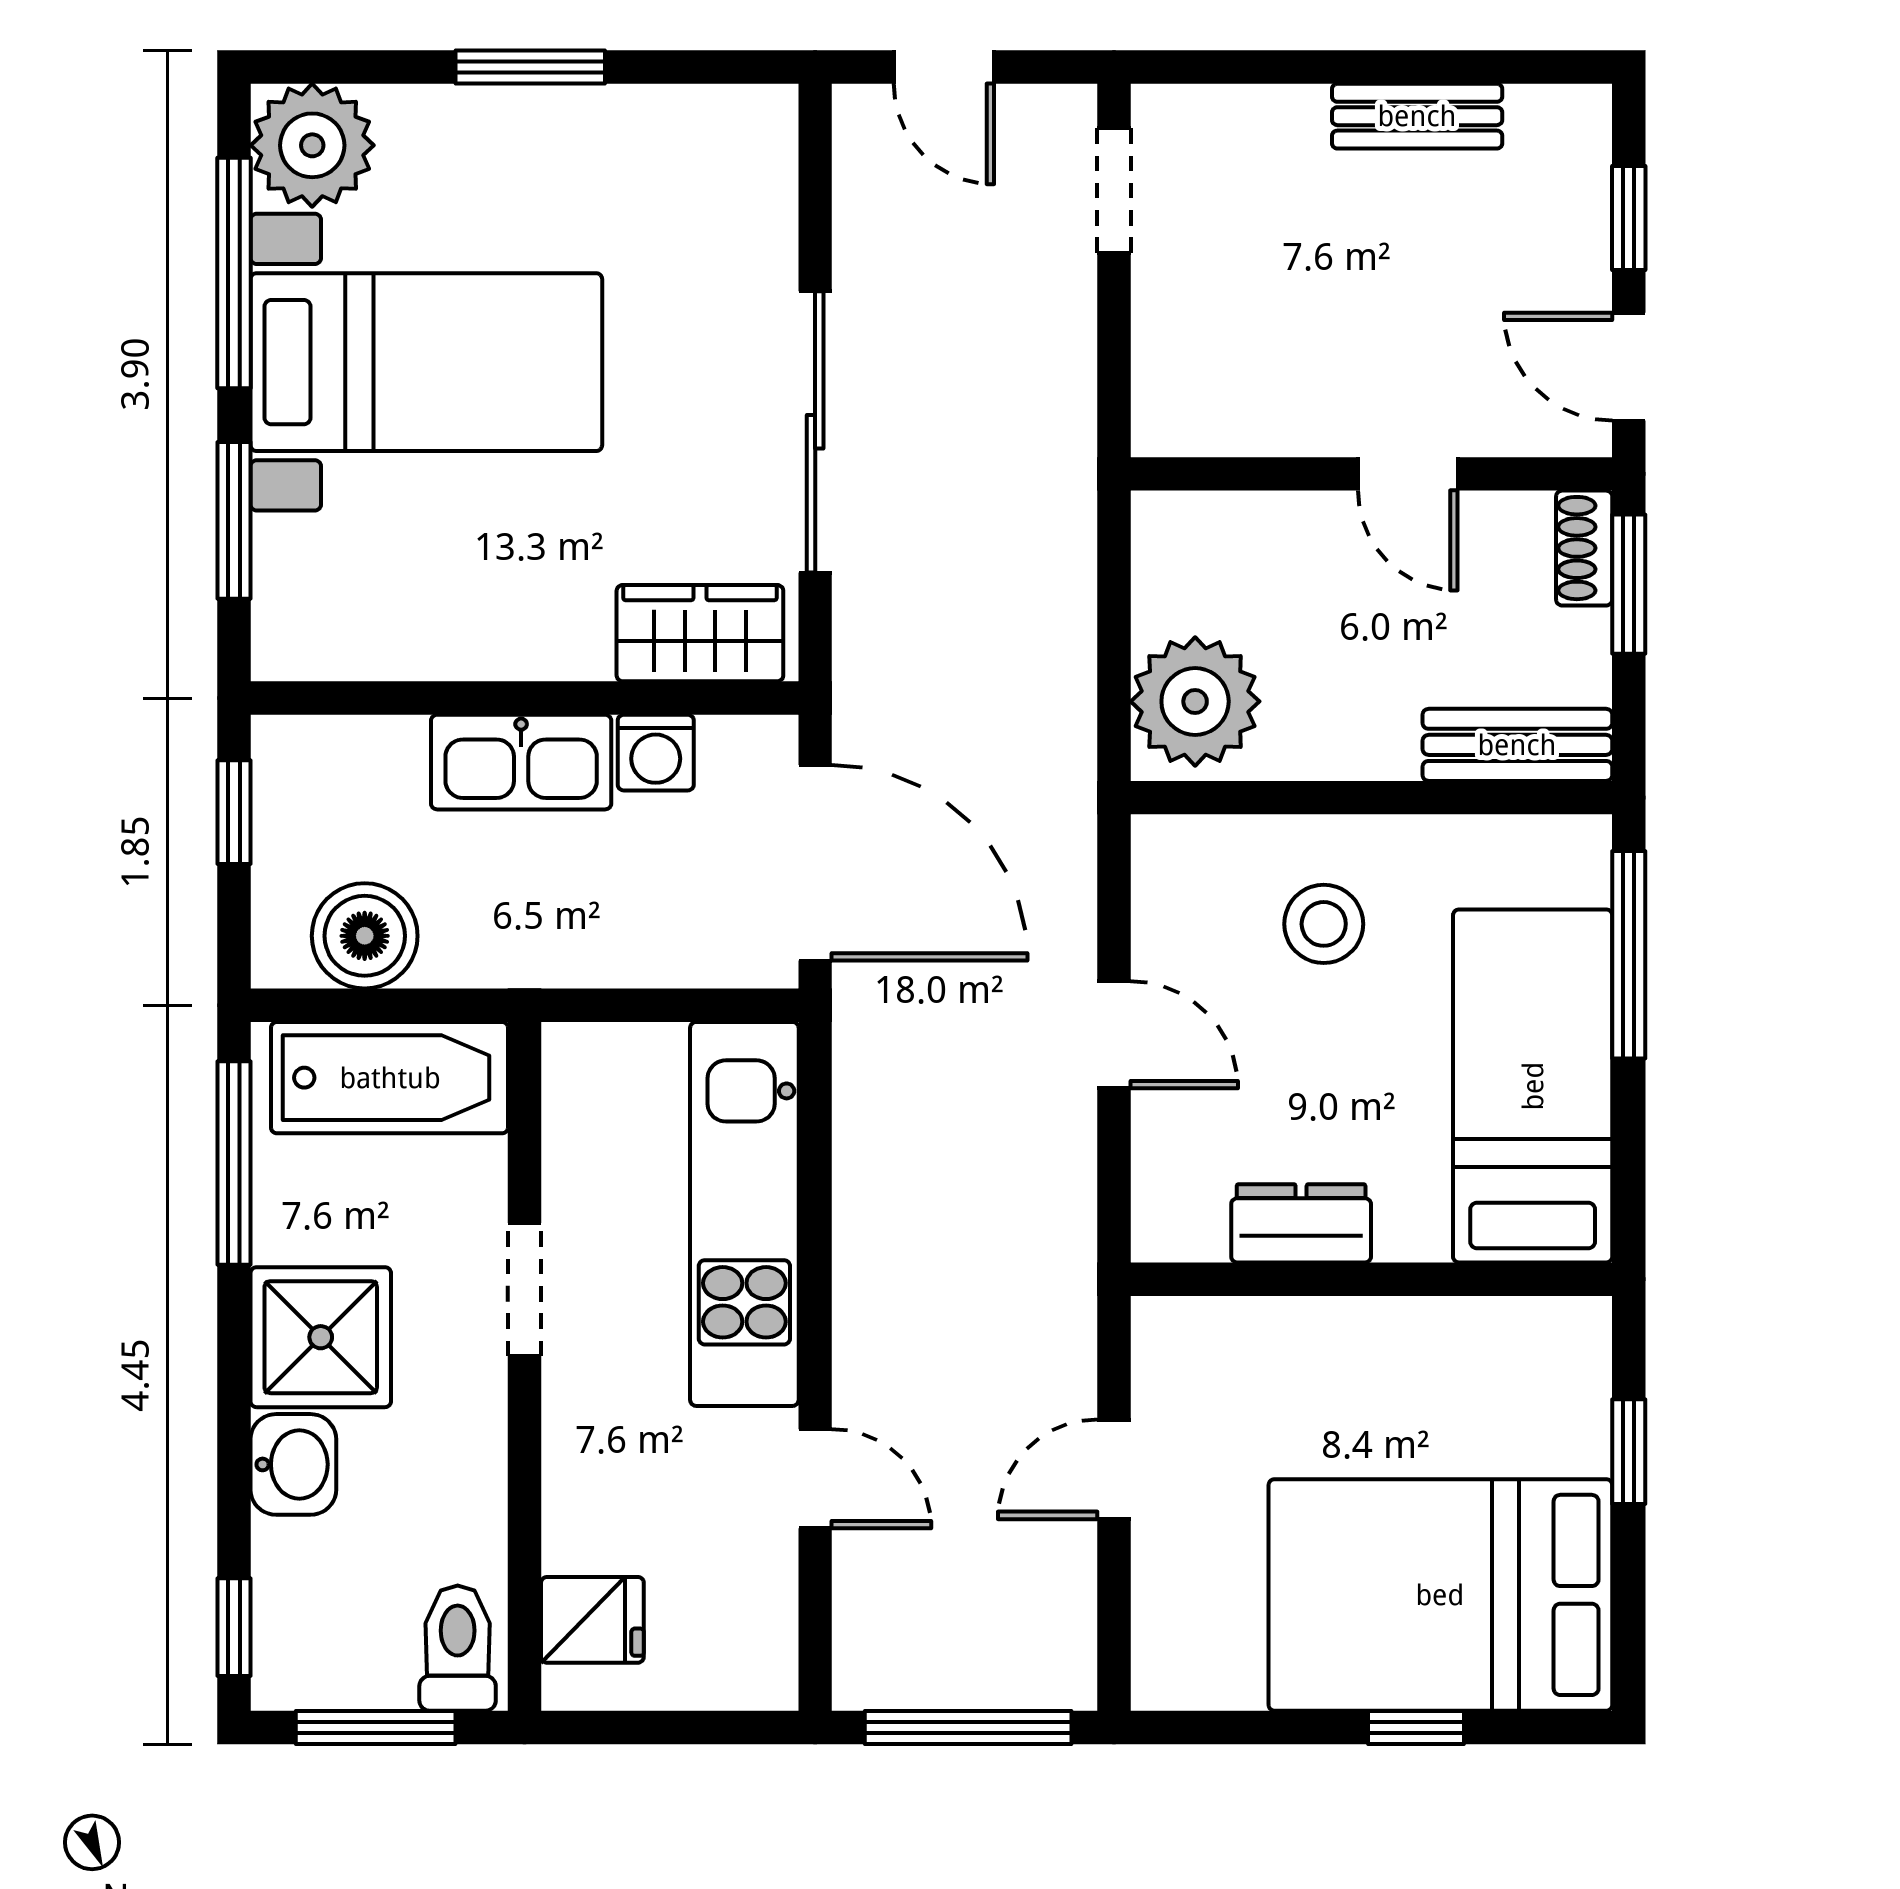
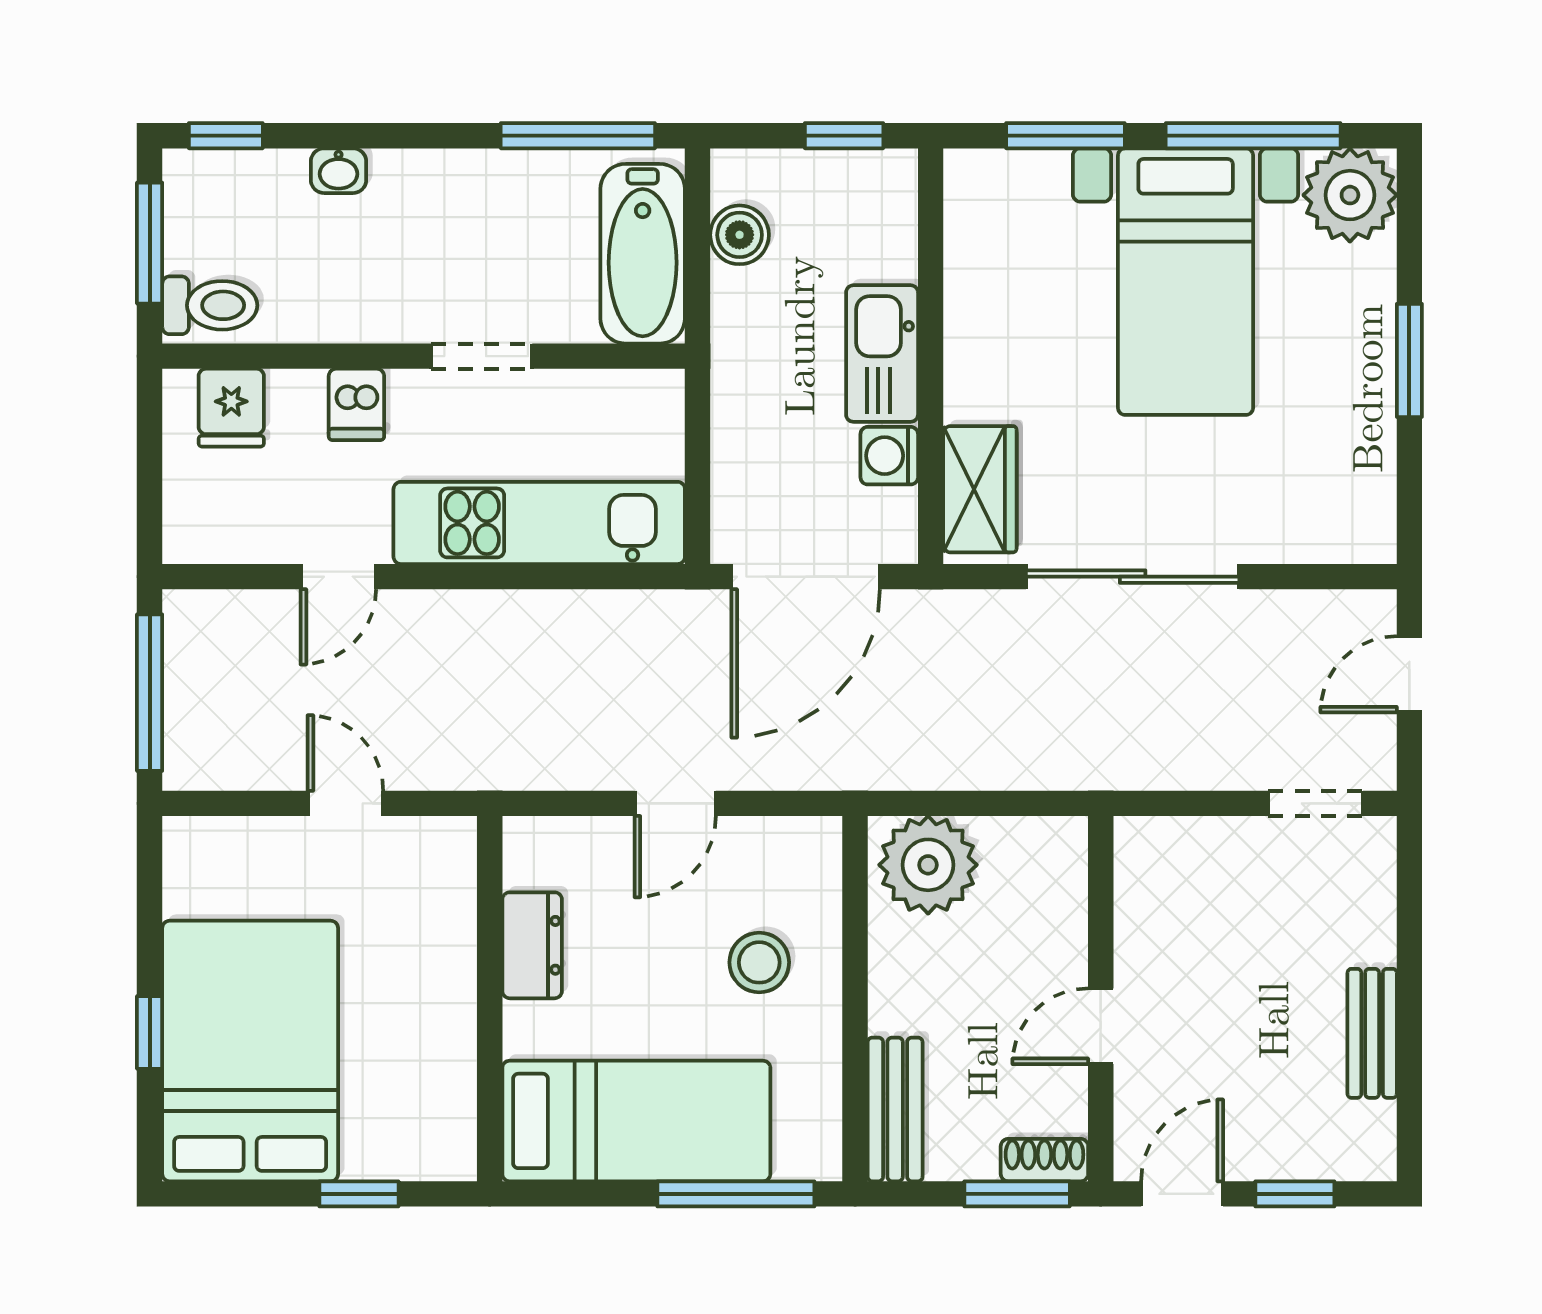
boiler: (365, 936) -> (740, 235), width x0.73, depth x0.73
shower: (321, 1337) -> (446, 201), removed
dishwasher: (588, 1455) -> (356, 404), added
washbasin: (293, 1464) -> (339, 171), width x0.72, depth x0.69

